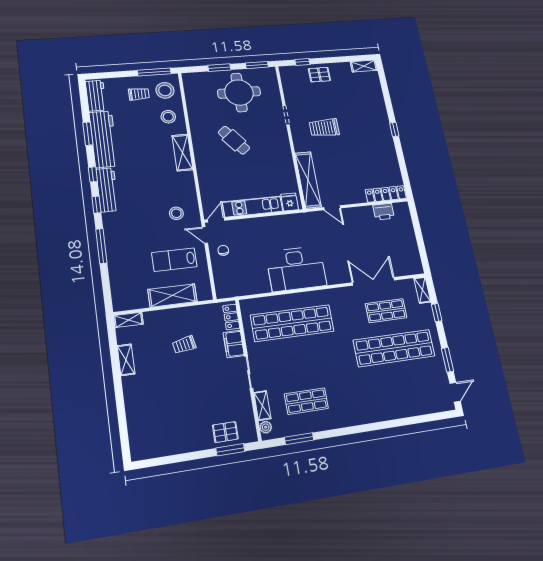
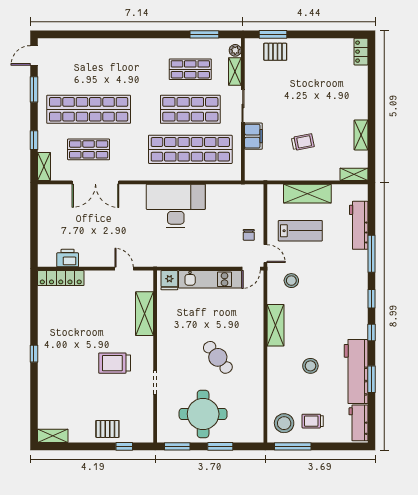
stool: (168, 117) -> (310, 366), moved
trolley: (324, 128) -> (115, 363), turned 180
shelving: (182, 153) -> (275, 325), moved
shelving: (308, 180) -> (144, 314), width x0.68
workbench: (107, 190) -> (359, 225), moved
locker: (231, 317) -> (361, 52), moved, turned 180
shop shelf: (299, 362) -> (190, 109), added

